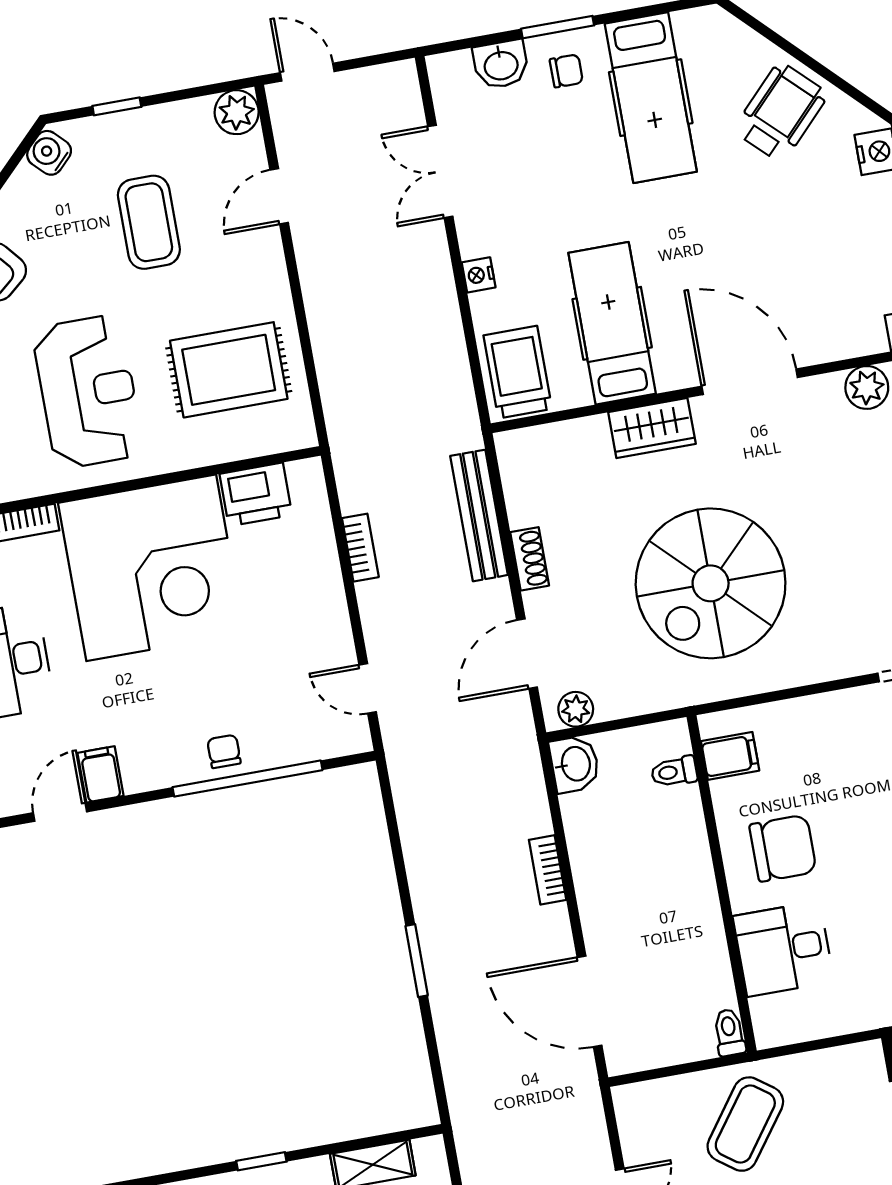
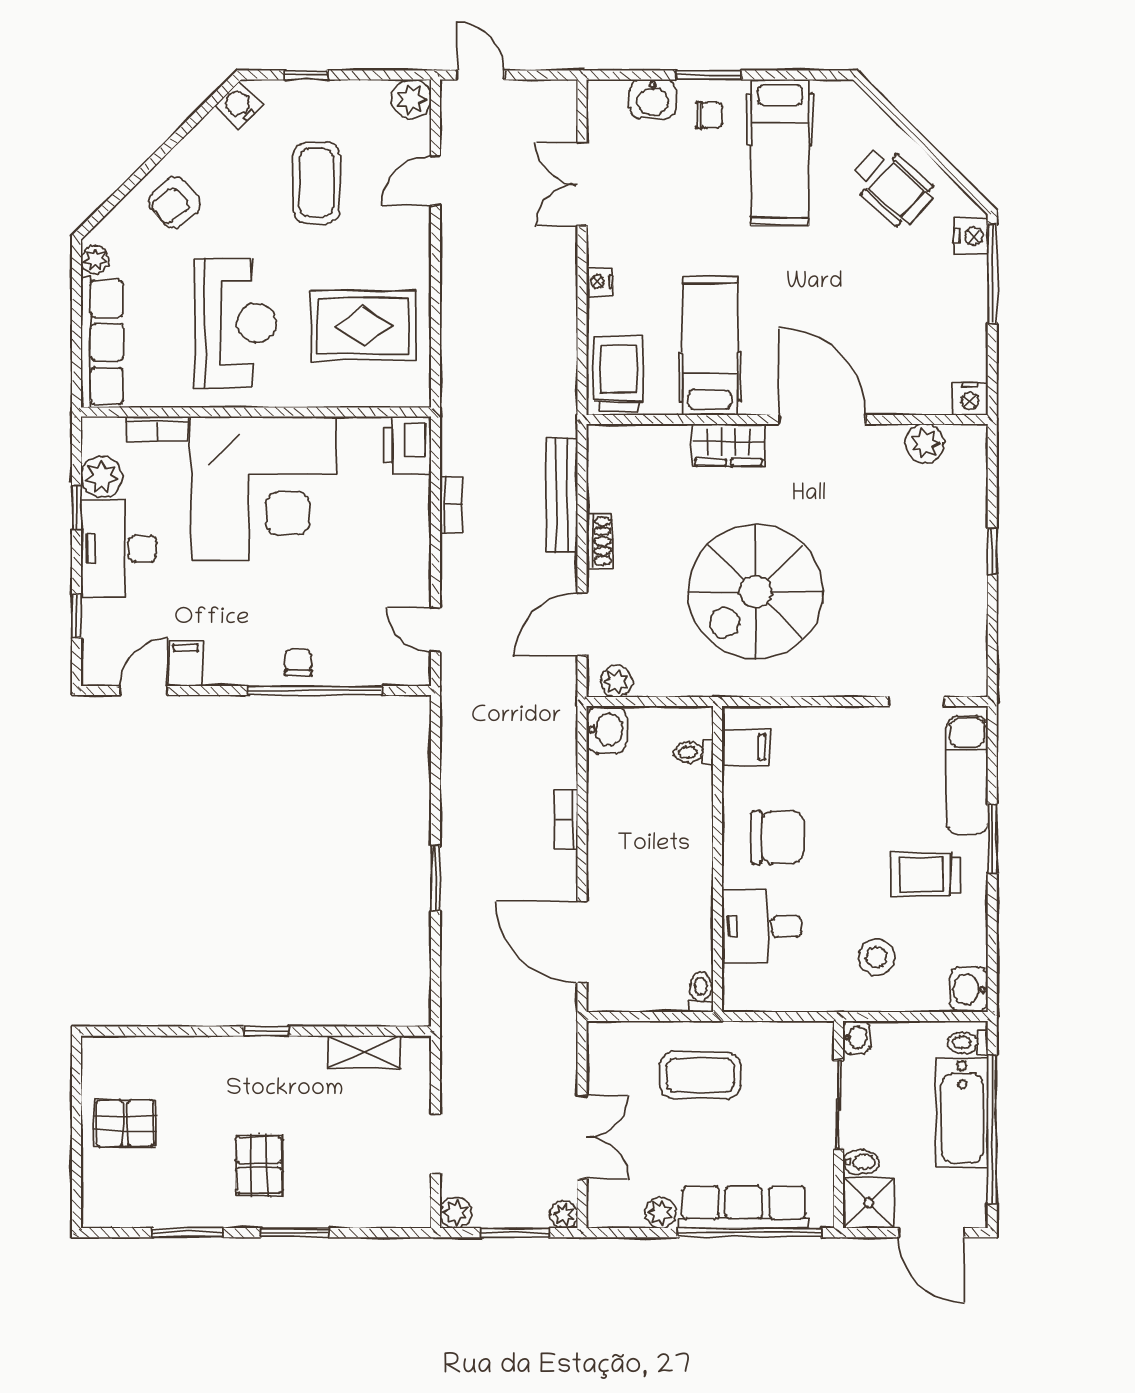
wheelchair: (781, 112) -> (893, 186), turned 88
printer: (256, 494) -> (407, 446), moved, turned 90
coffee table: (745, 1124) -> (700, 1075), turned 54

